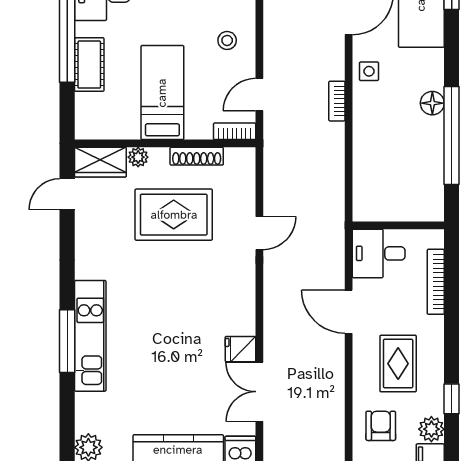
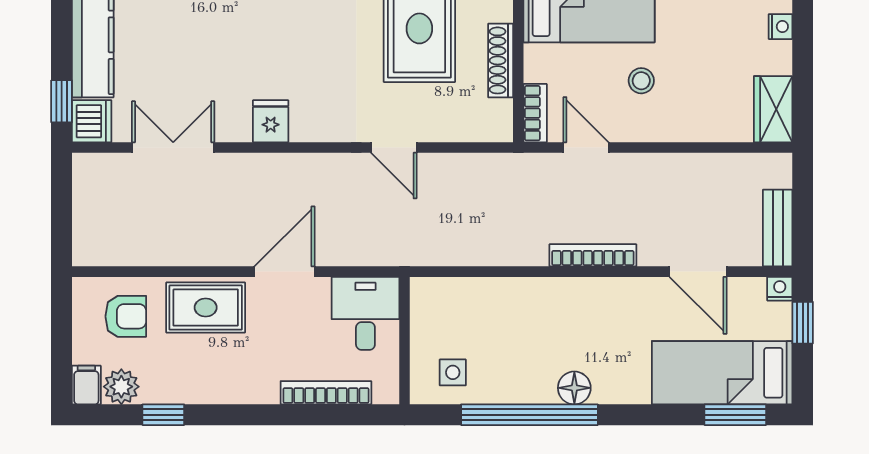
stool: (227, 40) -> (641, 81), moved
side table: (369, 71) -> (453, 372), moved
bookcase: (337, 101) -> (593, 255), width x1.56
fridge: (240, 349) -> (271, 121), moved
rug: (398, 364) -> (206, 307), moved

